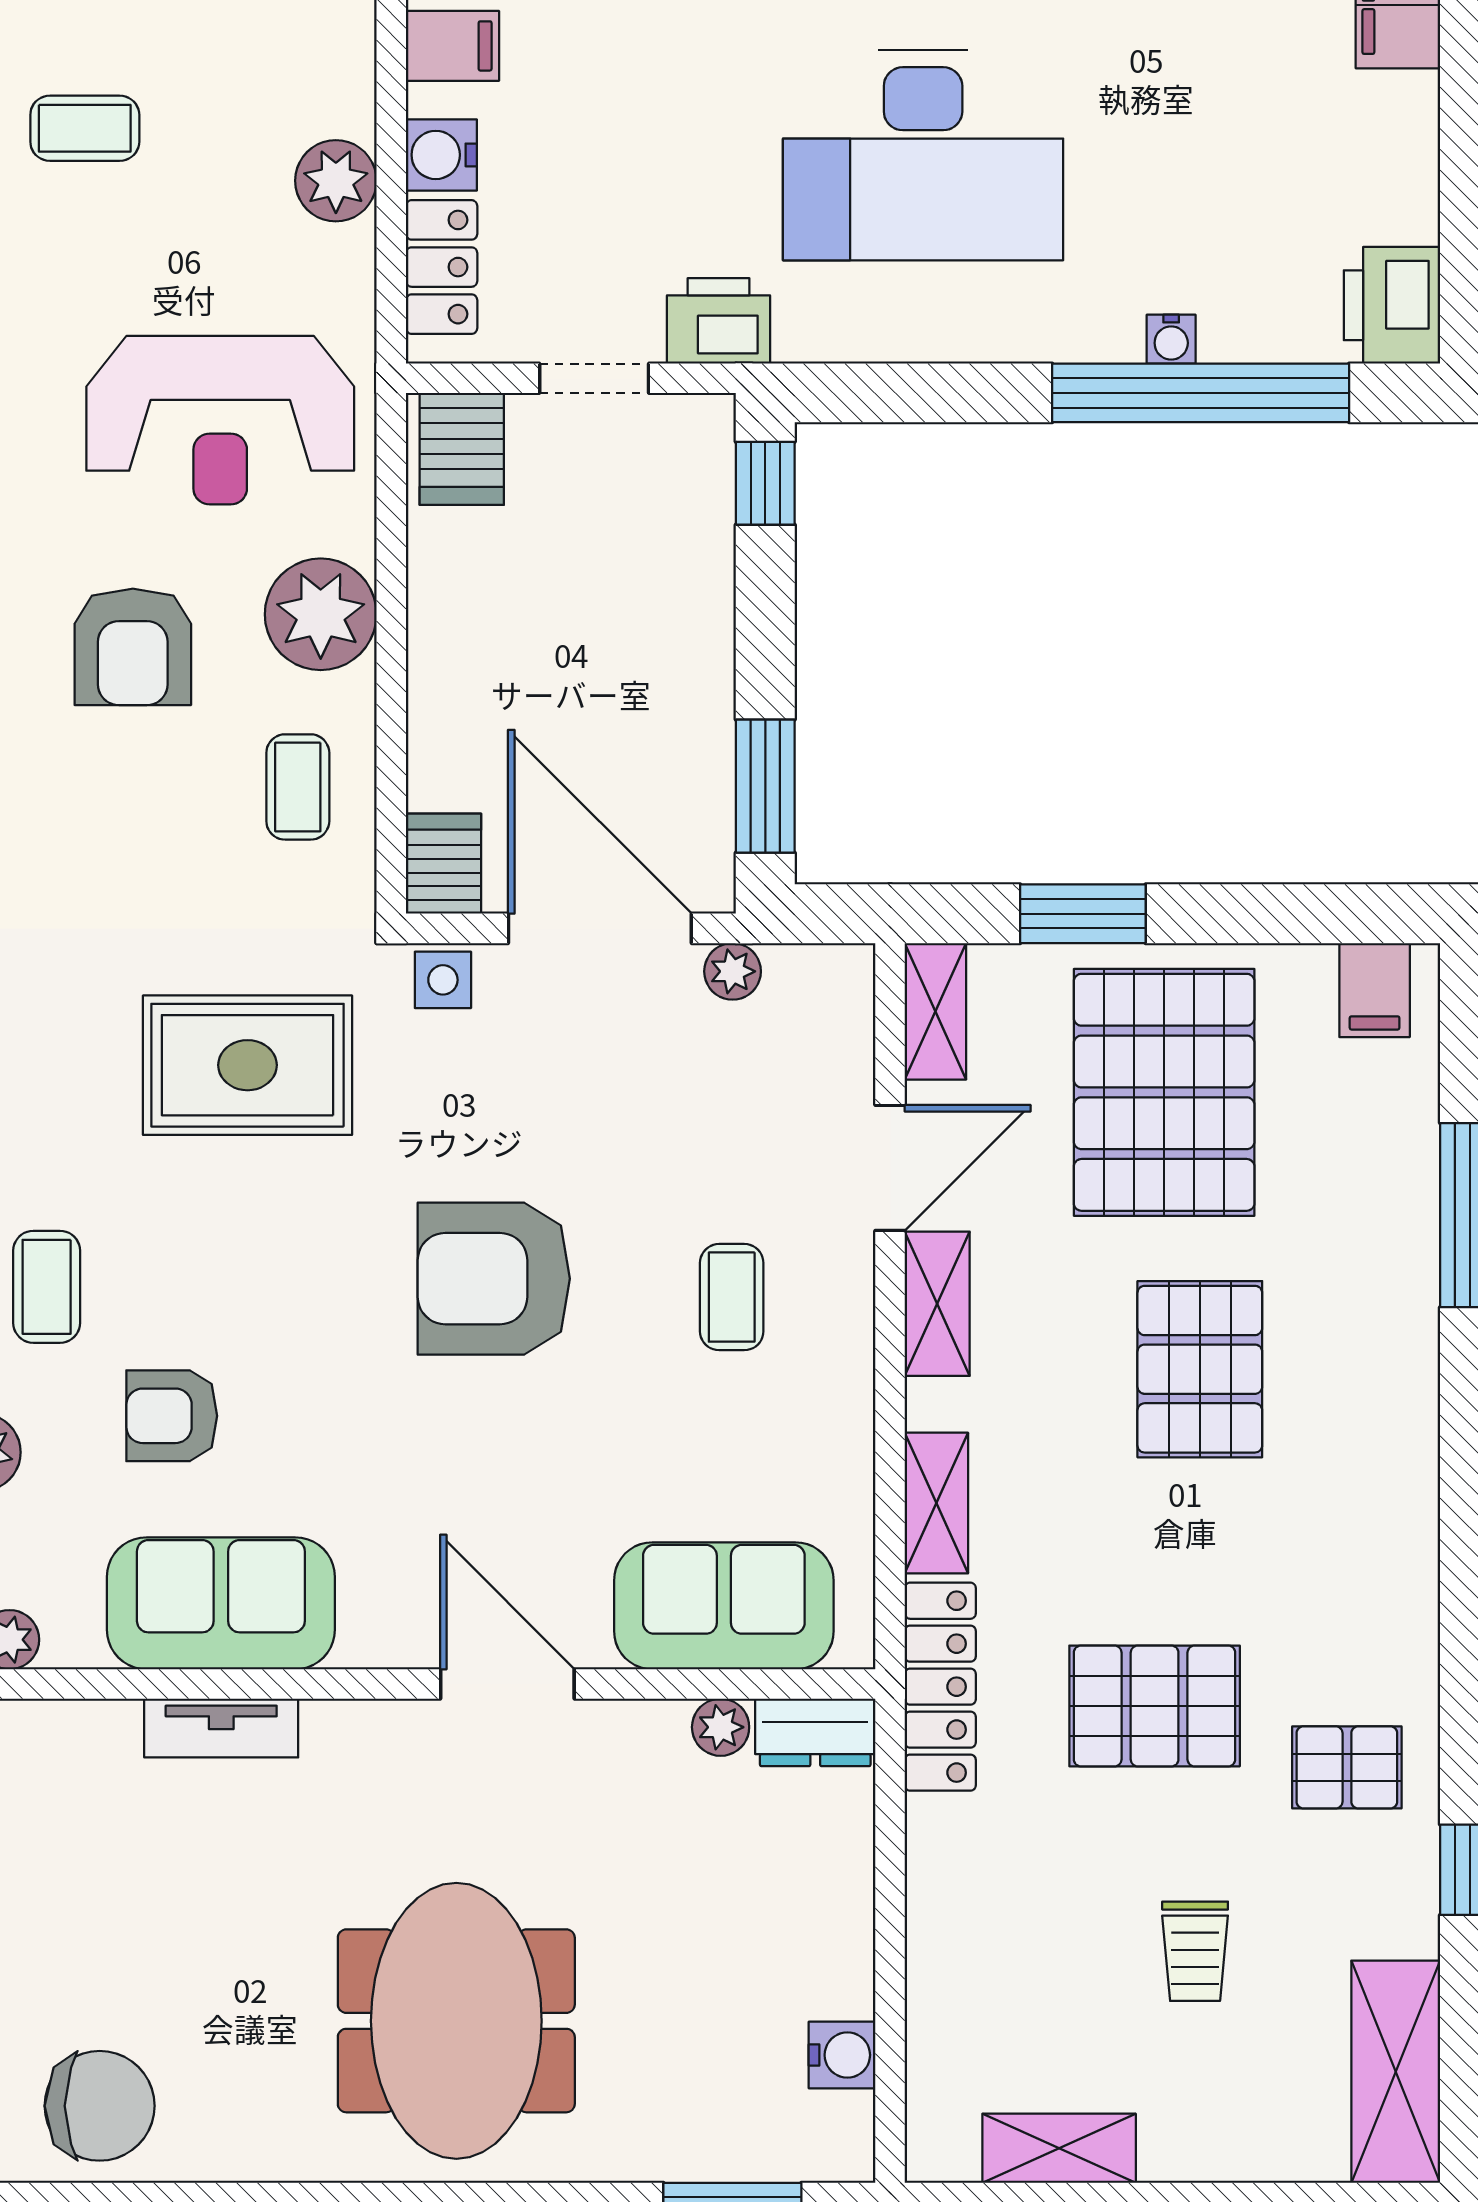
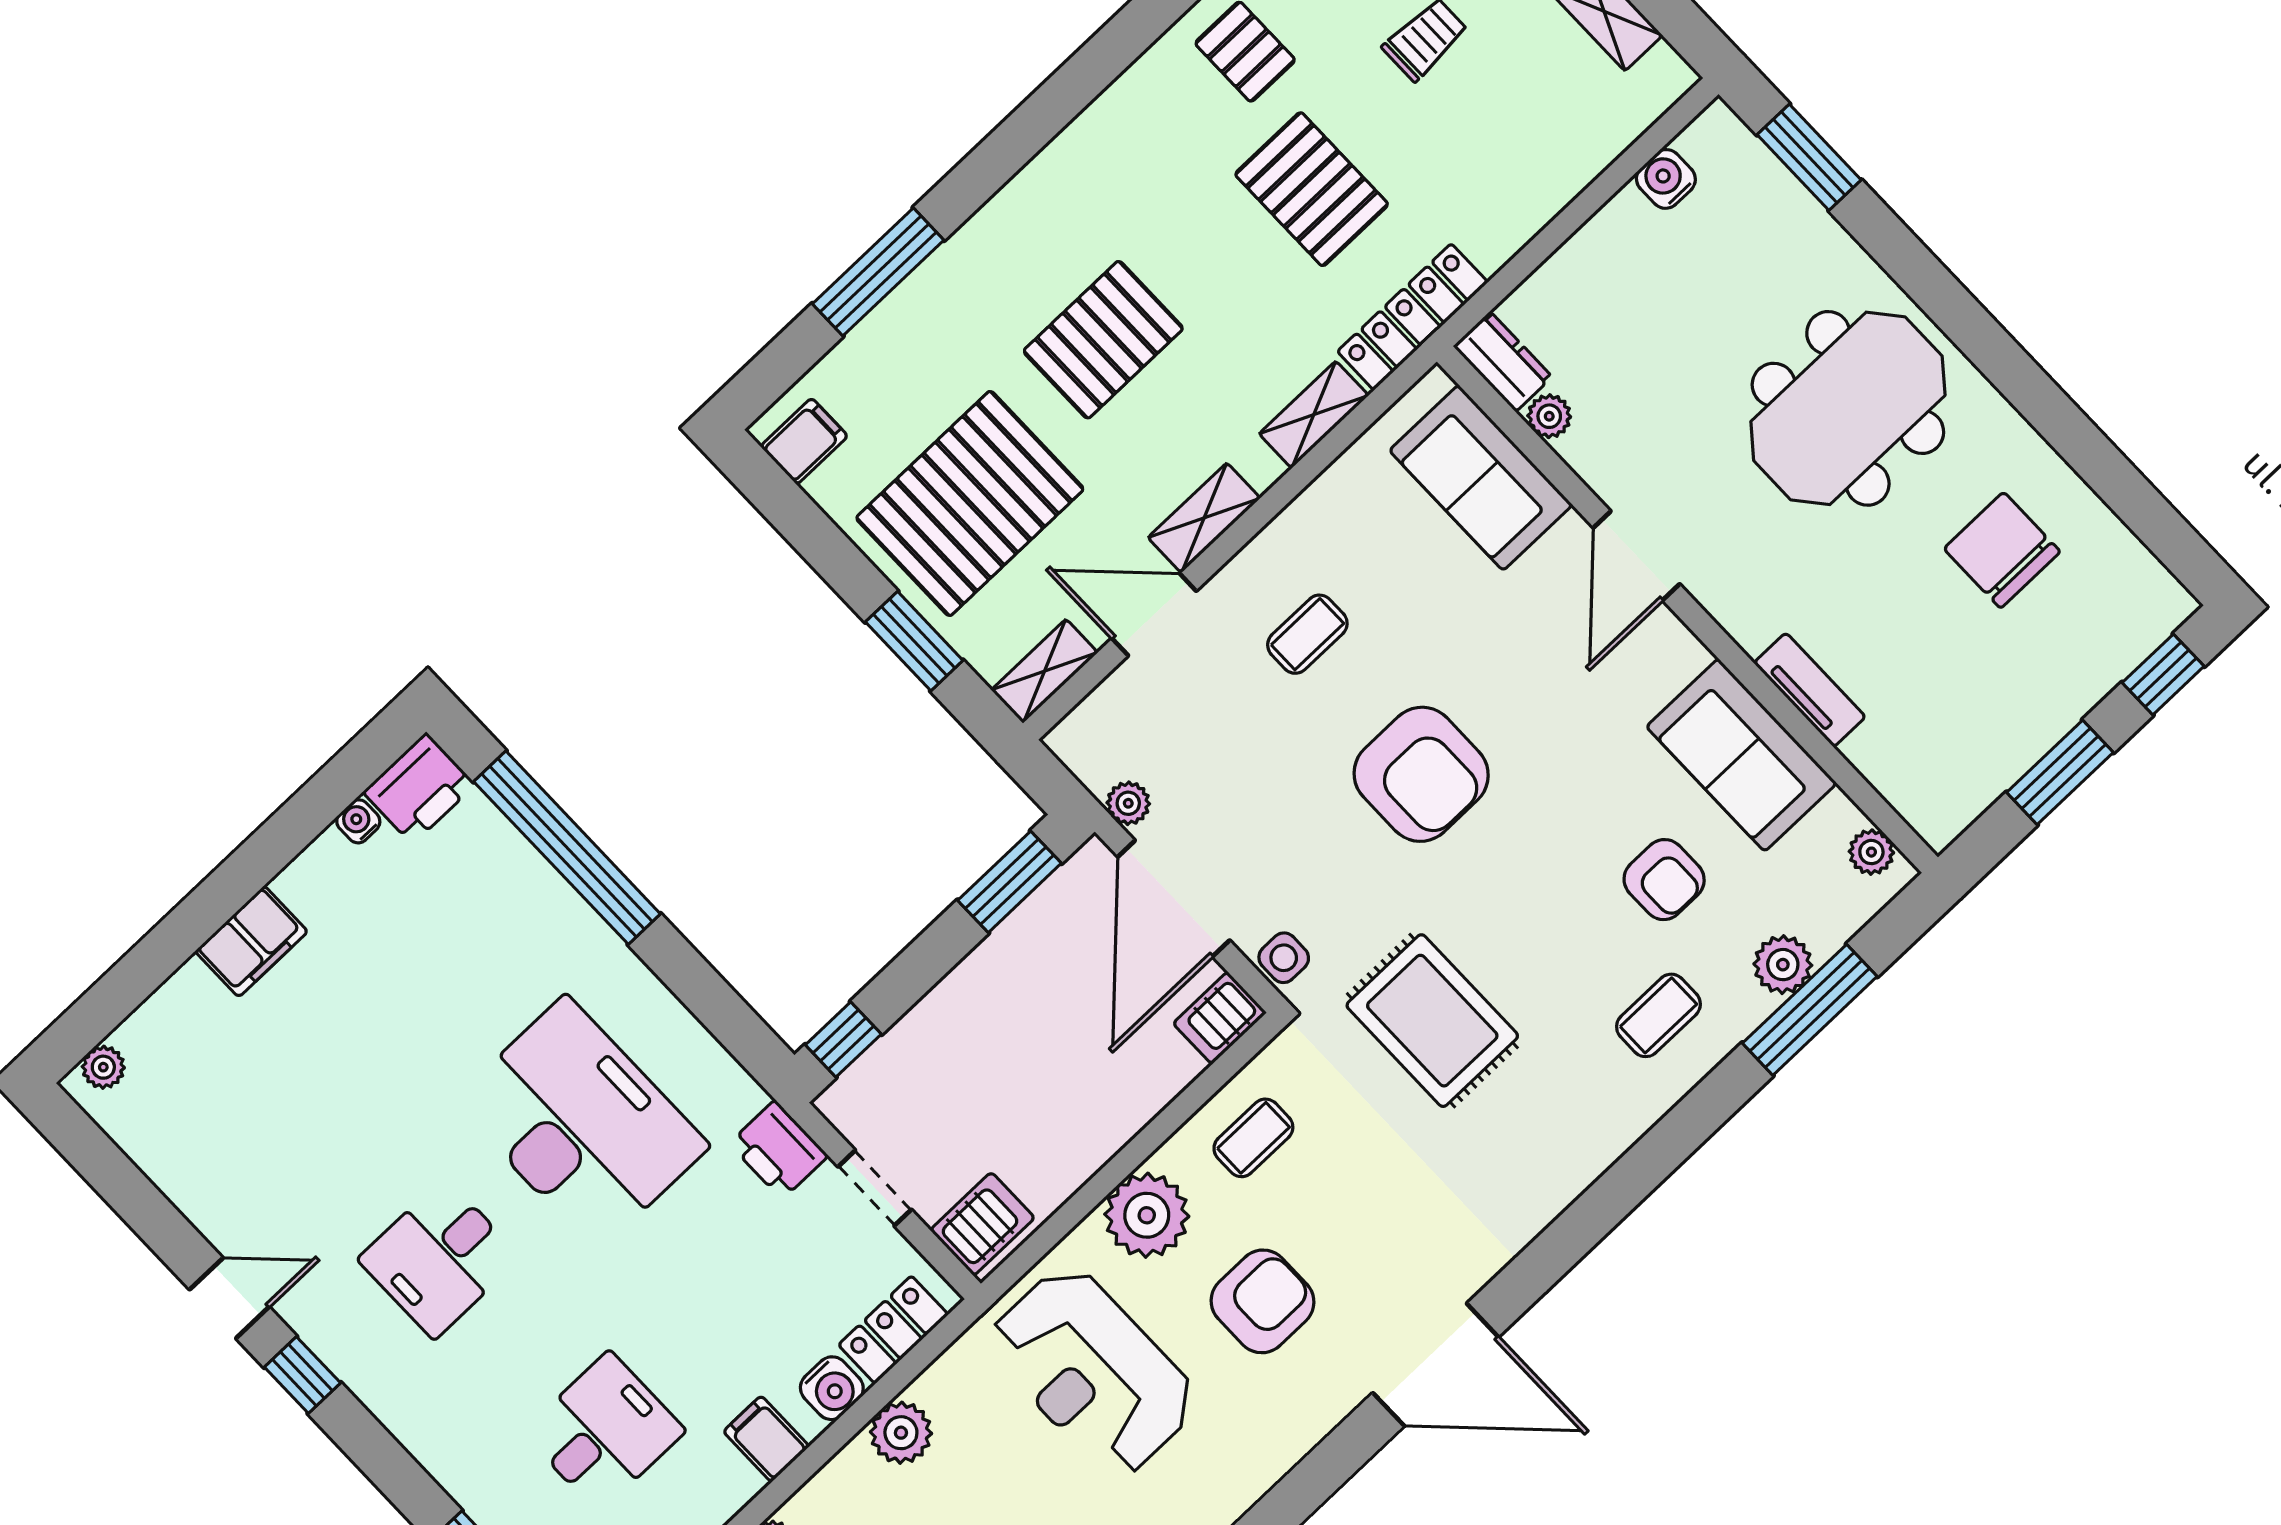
water cooler: (1171, 339) -> (358, 821), moved, turned -90
reception desk: (220, 420) -> (1093, 1371), turned 180
chair: (100, 2106) -> (2002, 550), moved

